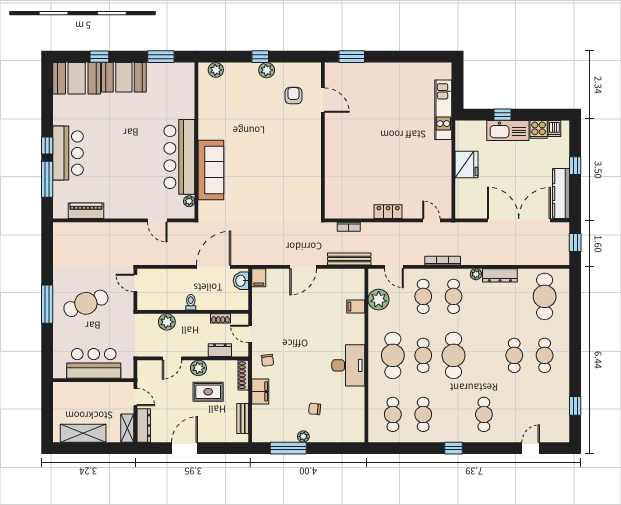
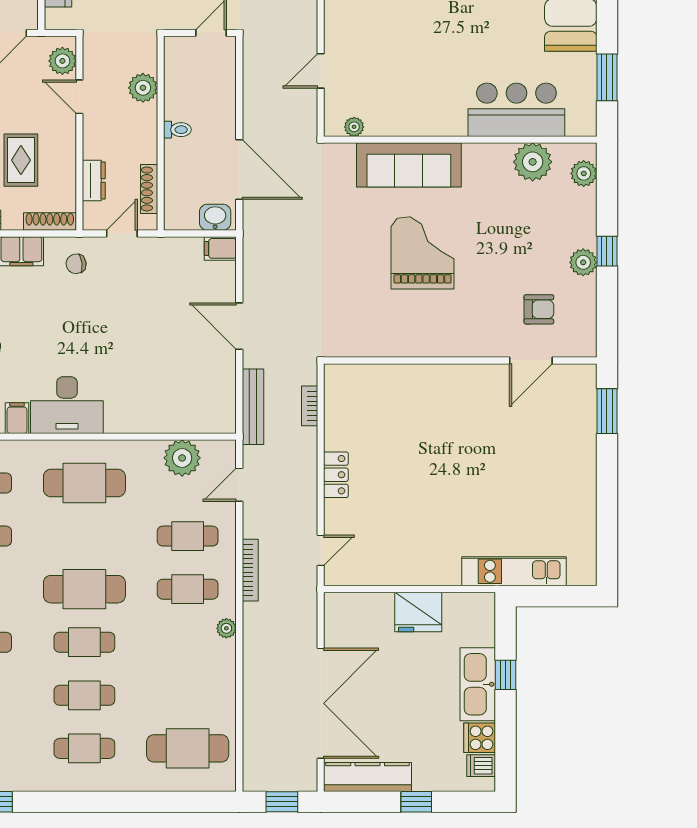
plant: (209, 99) -> (533, 162), added
bar counter: (179, 157) -> (516, 110), moved, width x0.73
grand piano: (261, 162) -> (423, 253), added
dresser: (500, 275) -> (224, 670), removed
filing cabinet: (356, 307) -> (17, 418), moved
shoe rack: (220, 318) -> (149, 189), width x1.43
cafe table: (423, 355) -> (84, 642), moved
plant: (198, 368) -> (62, 61), moved

